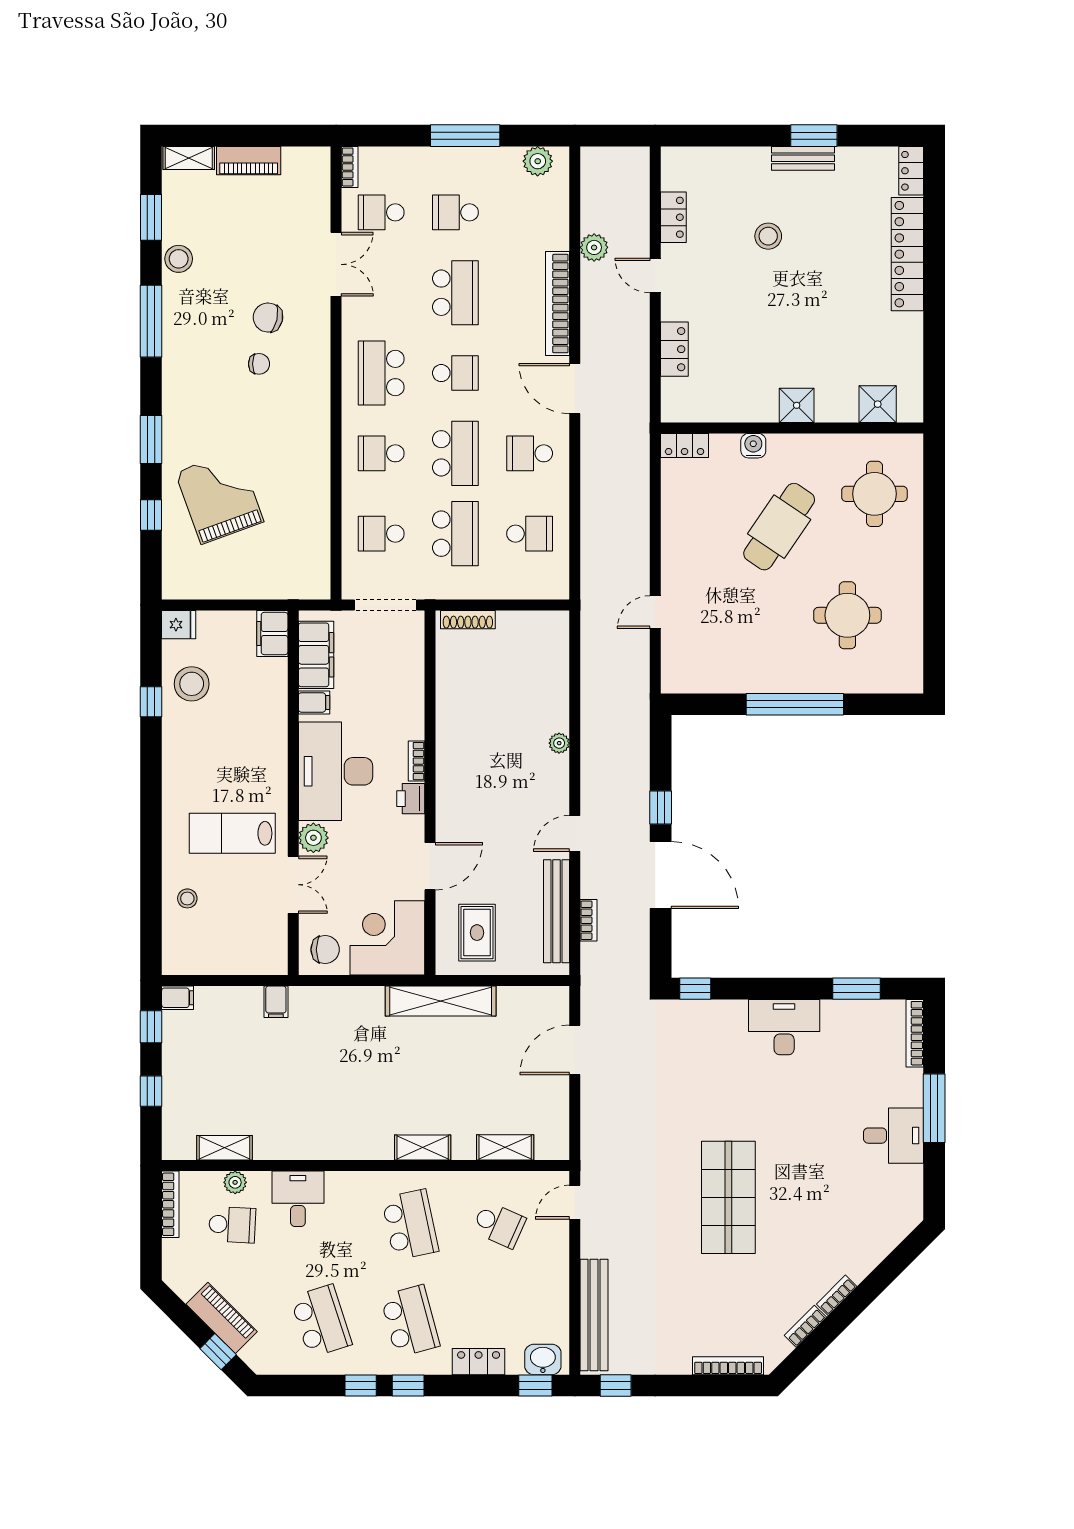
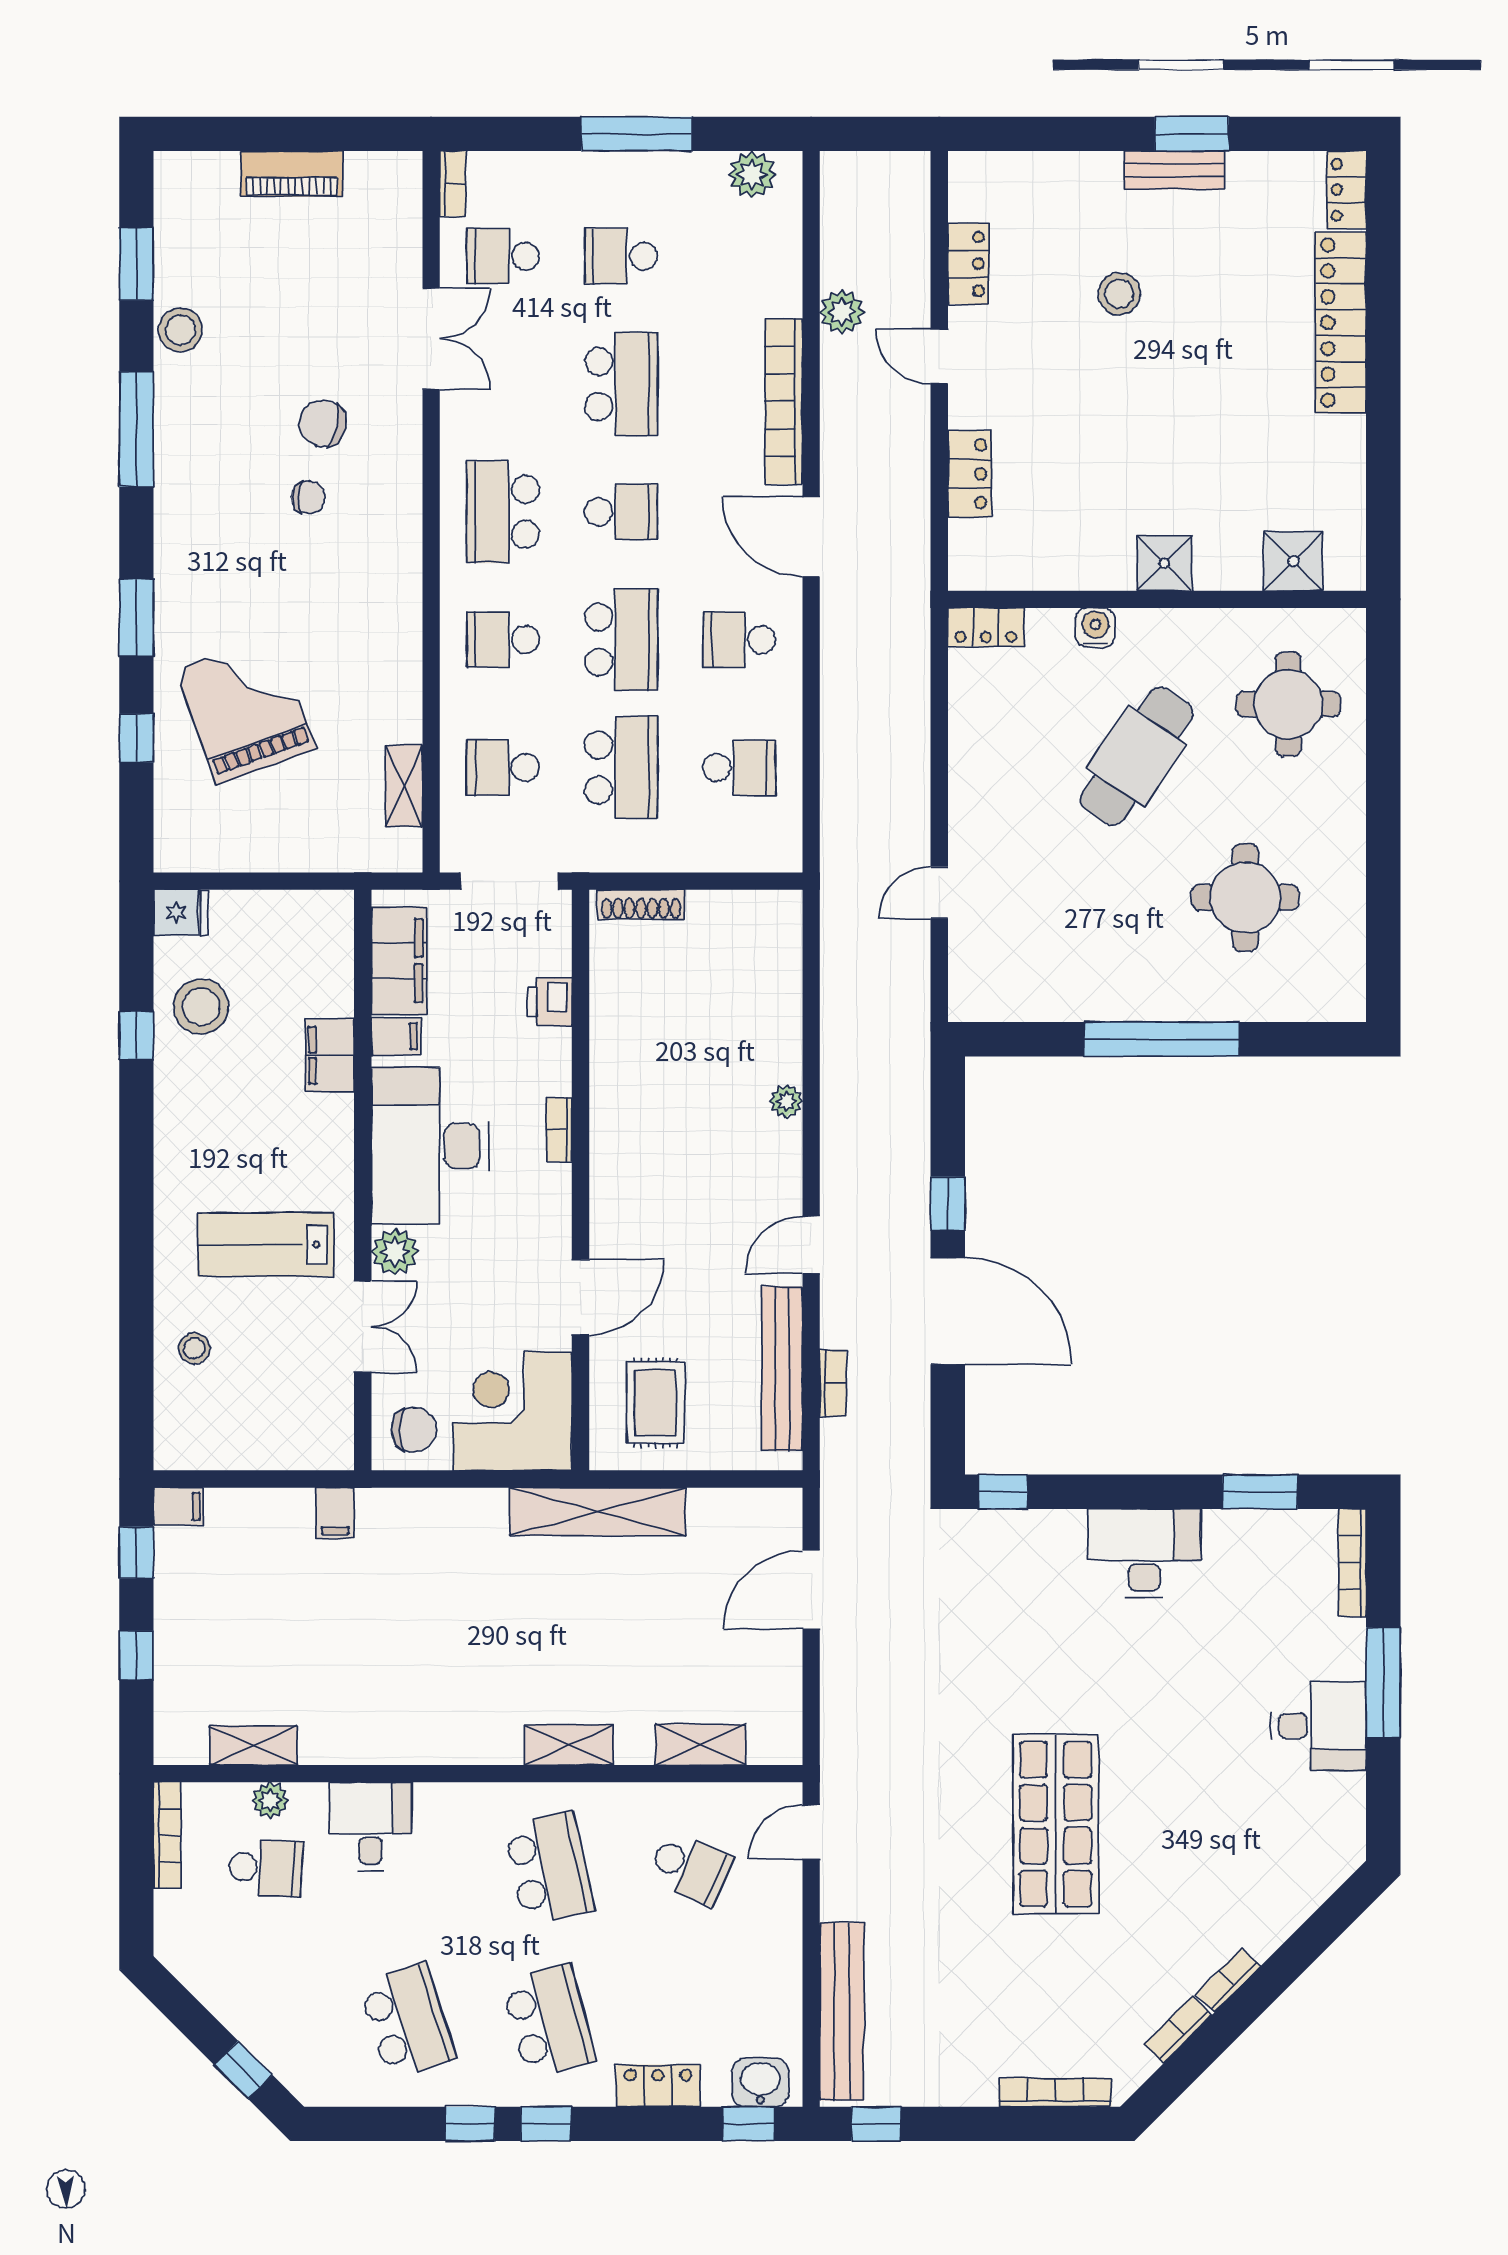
shelving: (189, 158) -> (404, 786), moved, turned 90
filing cabinet: (272, 633) -> (330, 1055), moved
printer: (411, 799) -> (550, 1002), moved
piano: (222, 1318) -> (249, 2016), removed

